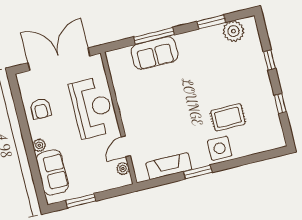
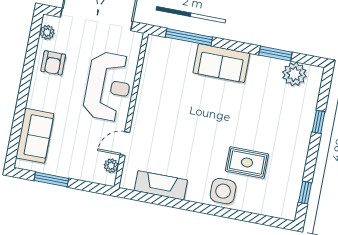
window: (154, 36) -> (189, 37), moved
sofa: (154, 53) -> (221, 63), moved
window: (280, 104) -> (305, 193), moved
plant: (39, 145) -> (47, 32), moved
window: (198, 172) -> (189, 206), removed

